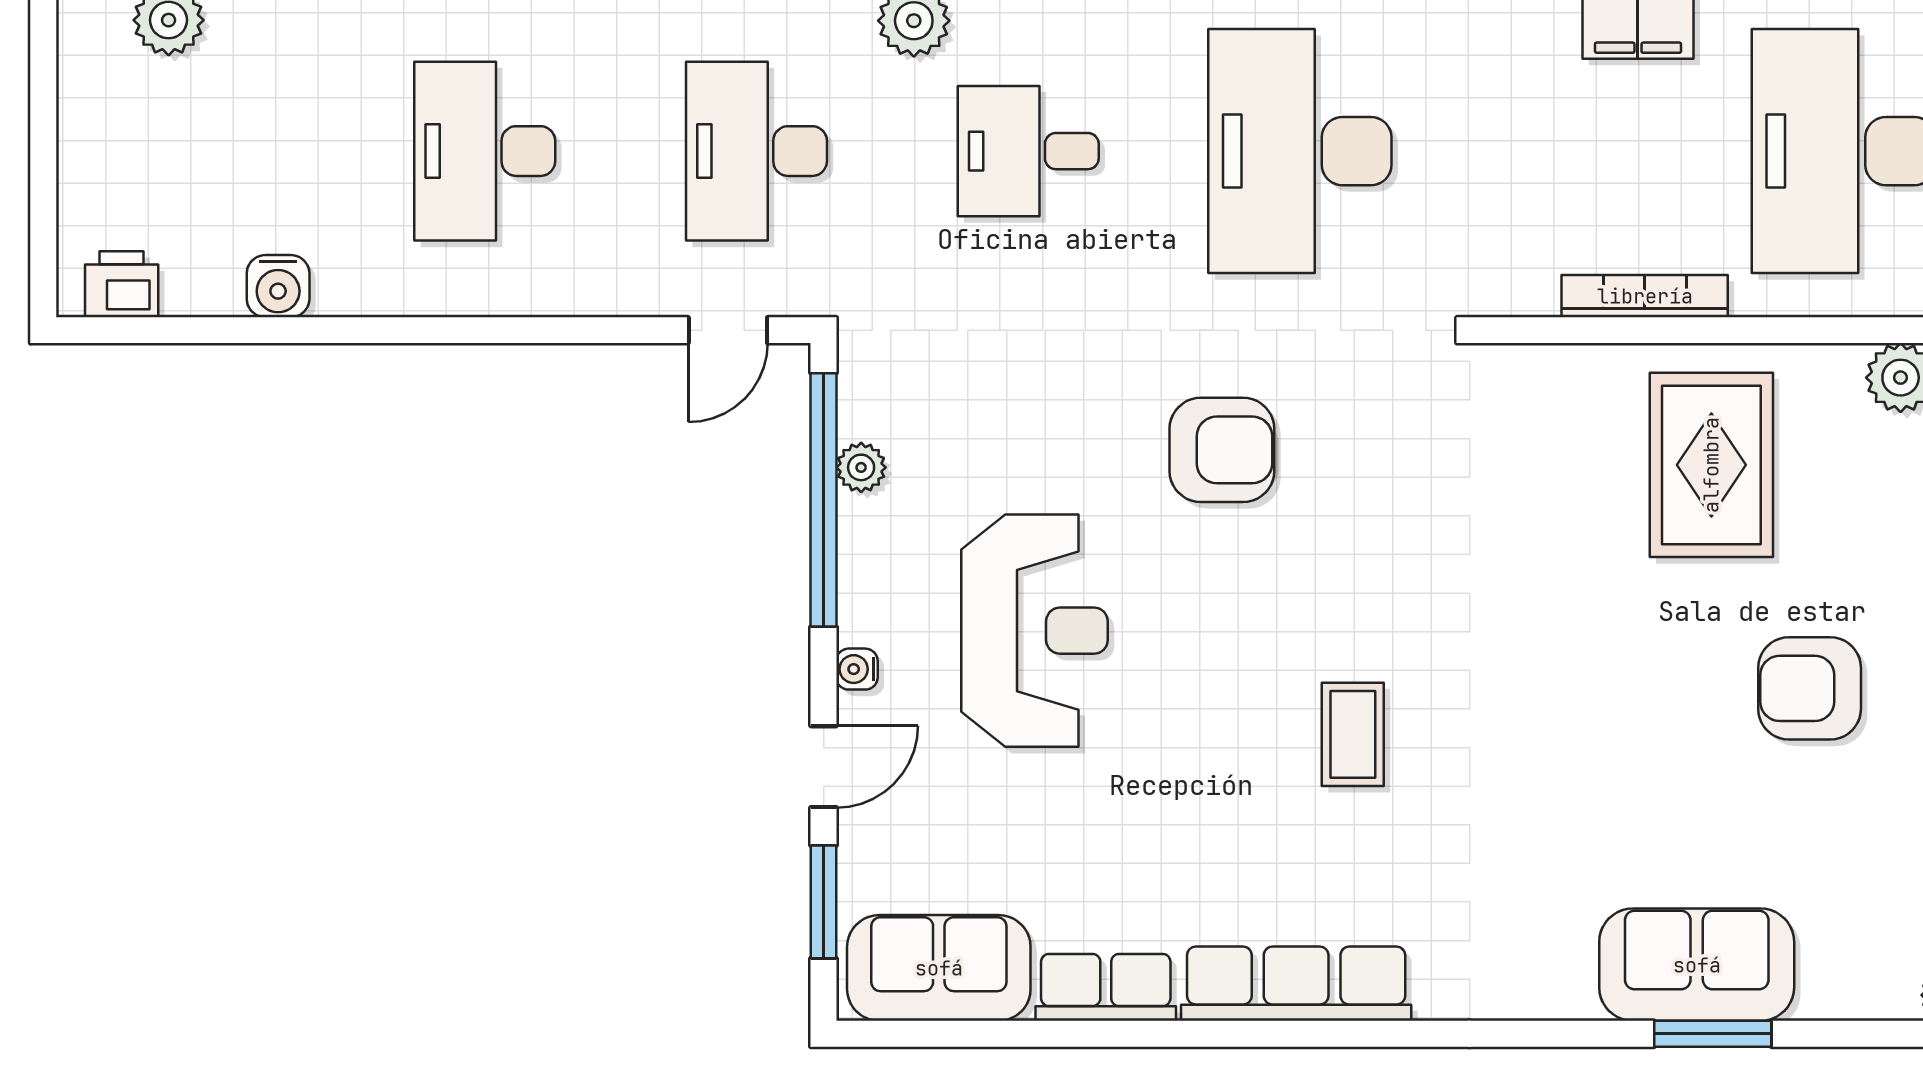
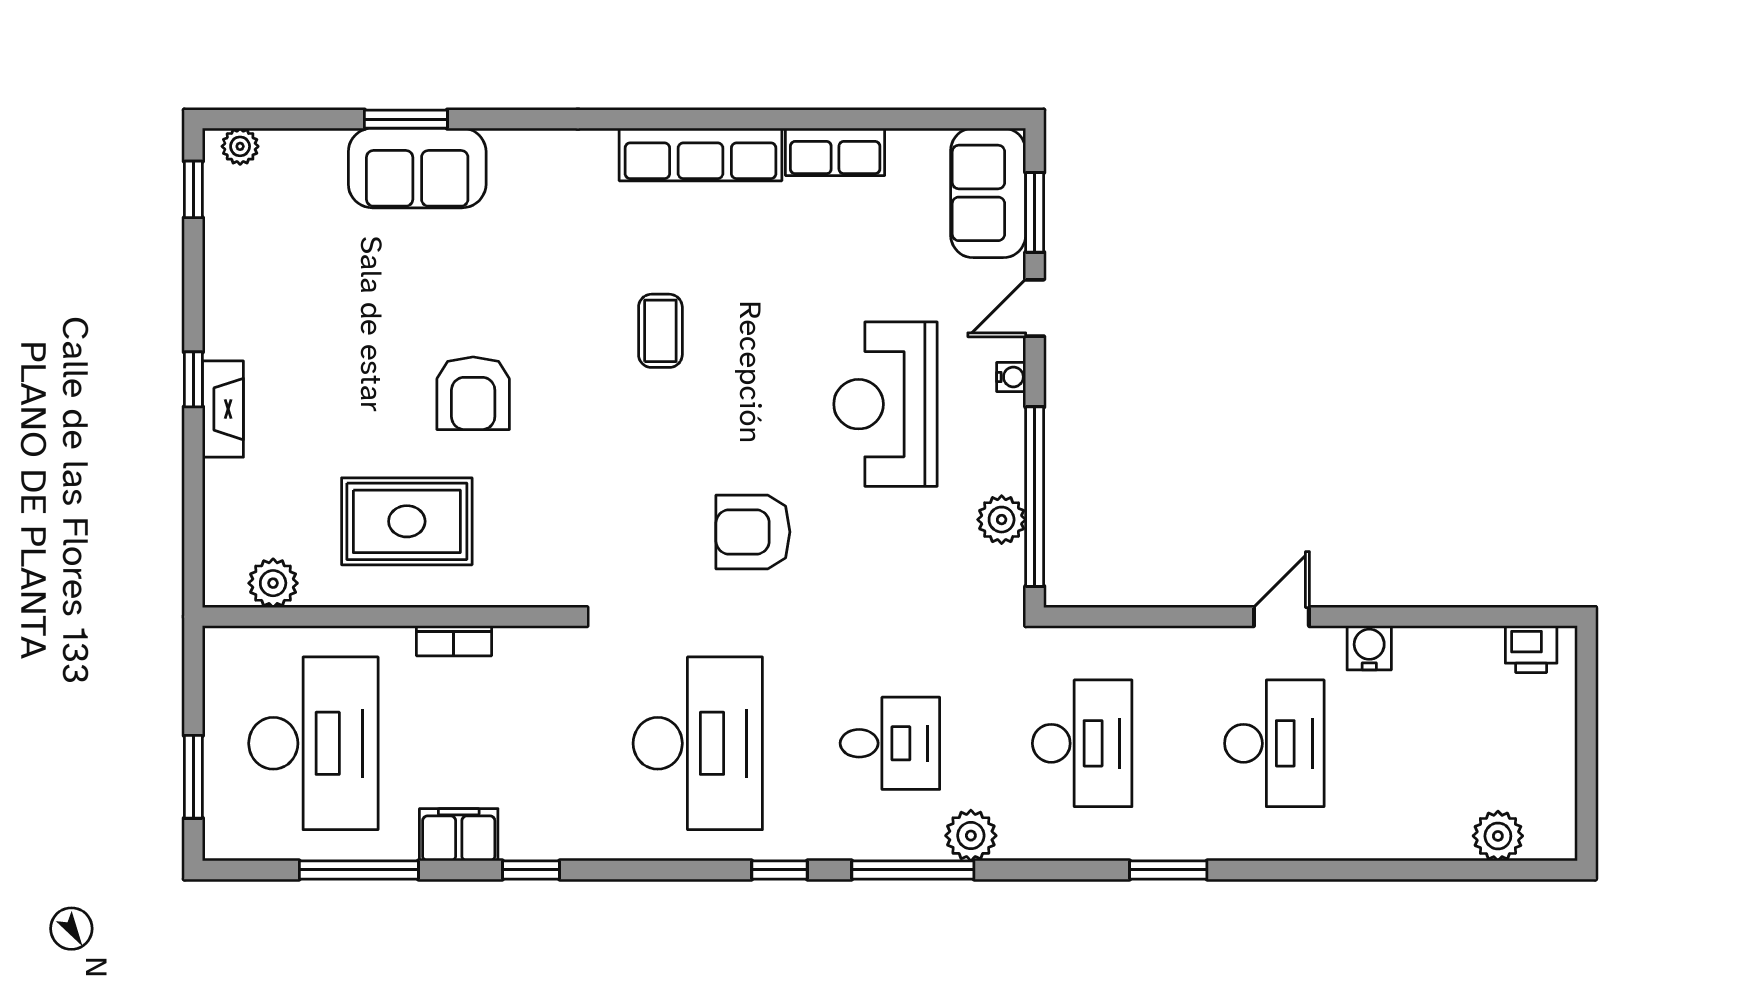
water cooler: (278, 286) -> (1369, 648), moved
bookcase: (1645, 296) -> (454, 641), width x0.64
door: (728, 330) -> (1281, 617), moved
rug: (1711, 465) -> (407, 521), turned 90
plant: (861, 467) -> (1002, 520), width x1.38, depth x1.38
armchair: (1810, 688) -> (473, 393), moved, turned 90
sofa: (939, 968) -> (988, 193), moved, turned 90

